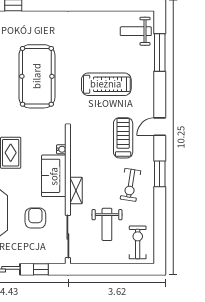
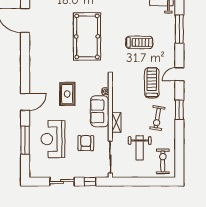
window: (160, 52) -> (179, 29), moved
treadmill: (106, 84) -> (139, 42), width x0.73, depth x0.73

